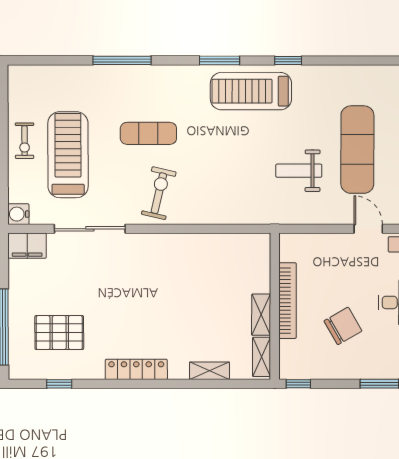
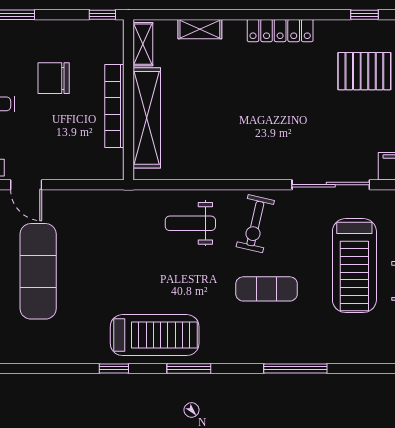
weight bench: (299, 171) -> (190, 223), moved, turned 180
shelving: (261, 315) -> (147, 118), width x2.20, depth x1.33
chair: (343, 326) -> (54, 78), turned 30

